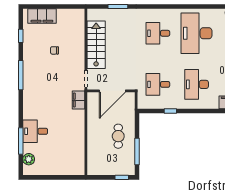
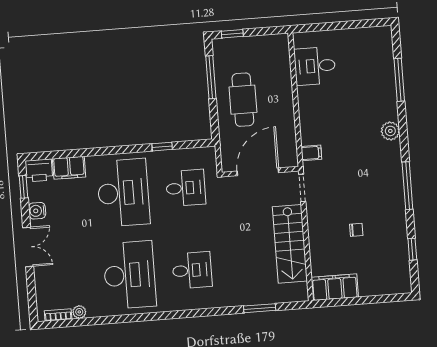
filing cabinet: (42, 16) -> (335, 287), moved
desk: (197, 84) -> (123, 193), width x1.36, depth x1.30
filing cabinet: (78, 100) -> (311, 153), width x0.50
desk: (35, 131) -> (315, 66), moved, turned 180
cafe table: (118, 136) -> (243, 100), width x1.37, depth x1.35
plant: (29, 159) -> (390, 131), moved

